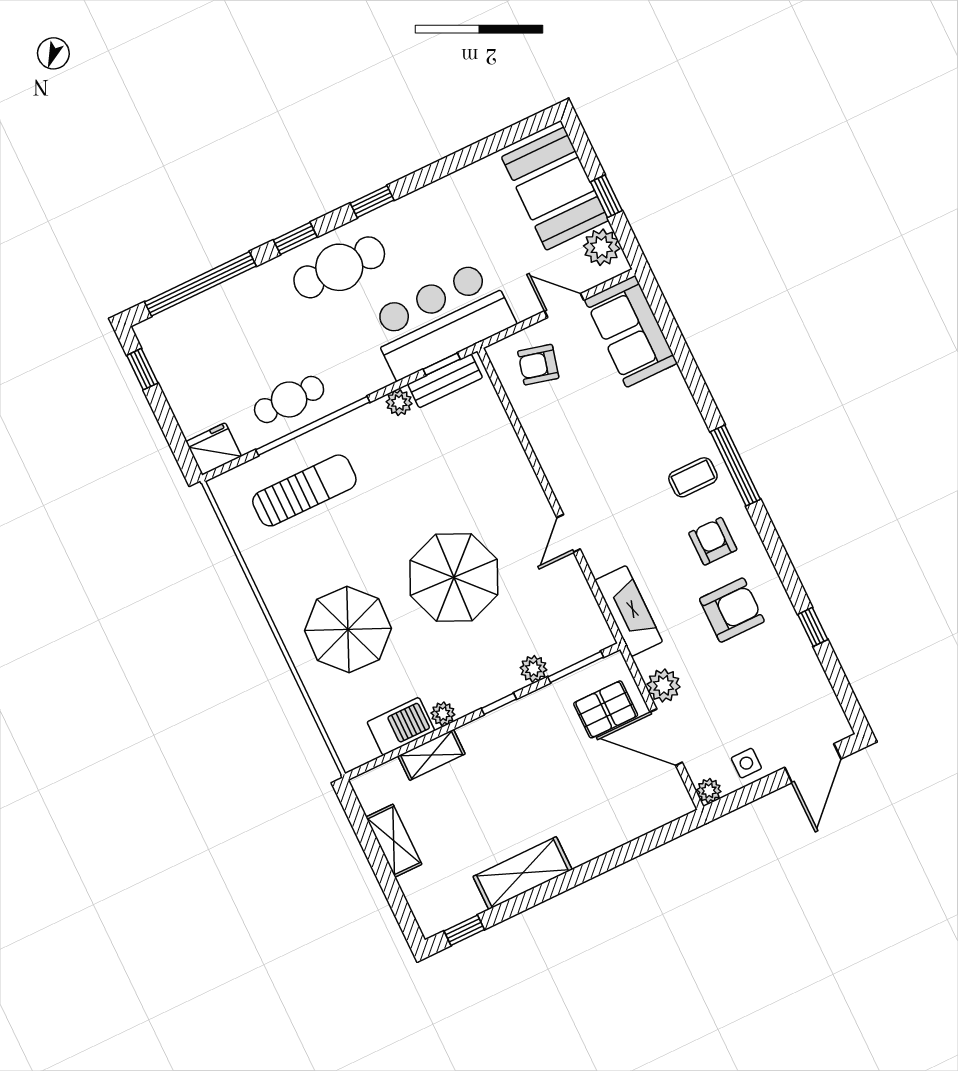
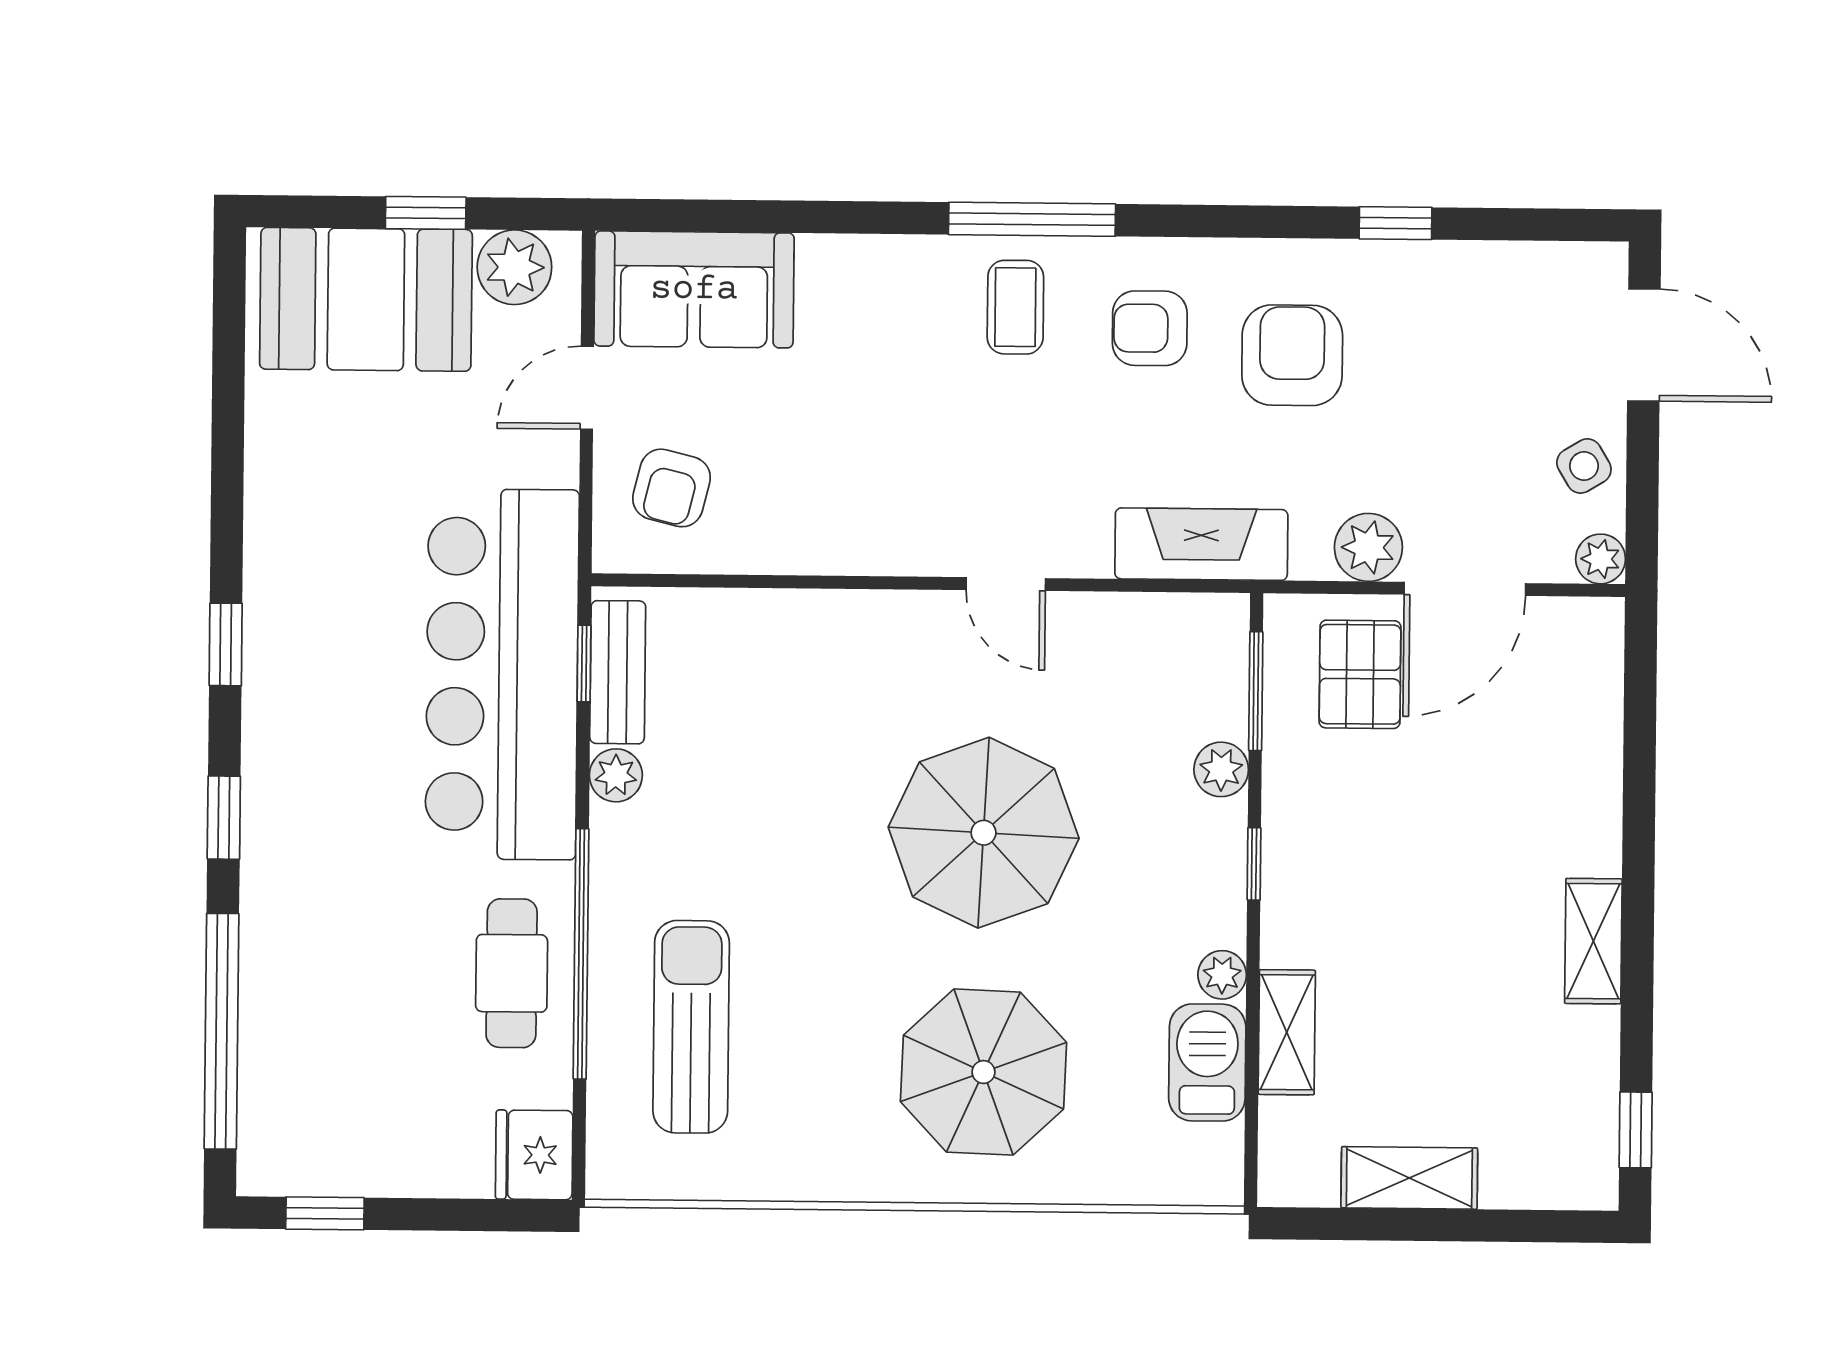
cafe table: (339, 267) -> (316, 763), removed
bar counter: (441, 320) -> (502, 674), width x1.36
side table: (746, 763) -> (1584, 466), turned -31
shelving: (523, 873) -> (1593, 941), width x0.67, depth x0.75

